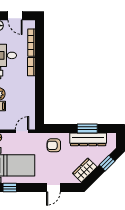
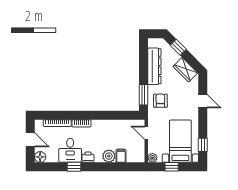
door: (15, 16) -> (30, 140), hinge flipped
window: (87, 128) -> (143, 95), moved
armchair: (54, 145) -> (160, 101), turned 180

